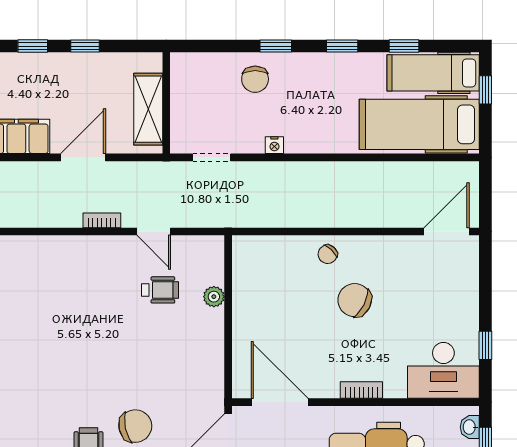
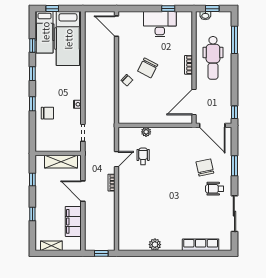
window: (85, 46) -> (32, 179), moved
desk: (443, 370) -> (160, 24), moved, turned -90

